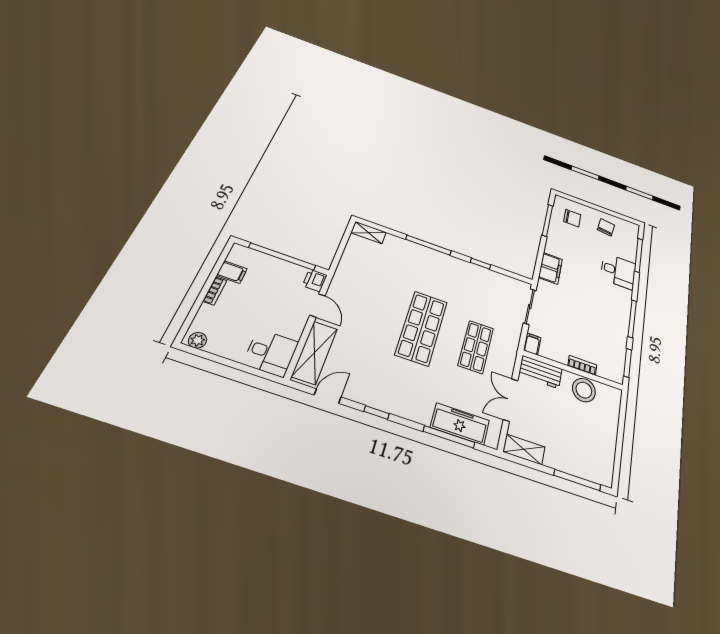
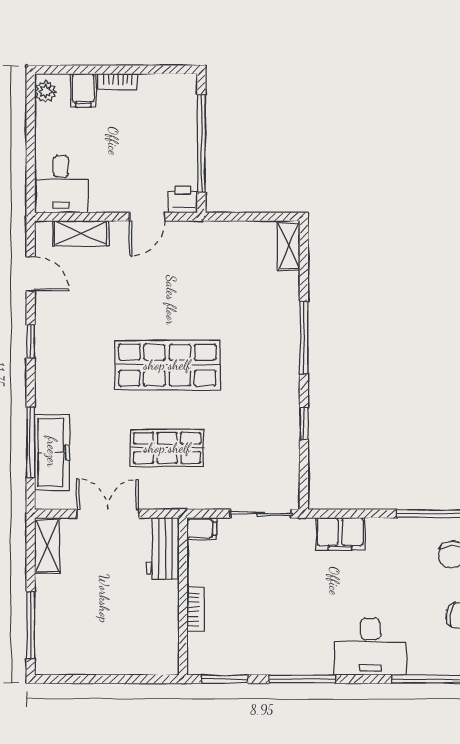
desk: (618, 271) -> (370, 647), width x1.37
filing cabinet: (232, 272) -> (83, 90), moved
shelving: (315, 353) -> (81, 233), width x0.67, depth x0.75
stool: (584, 390) -> (159, 617), removed

